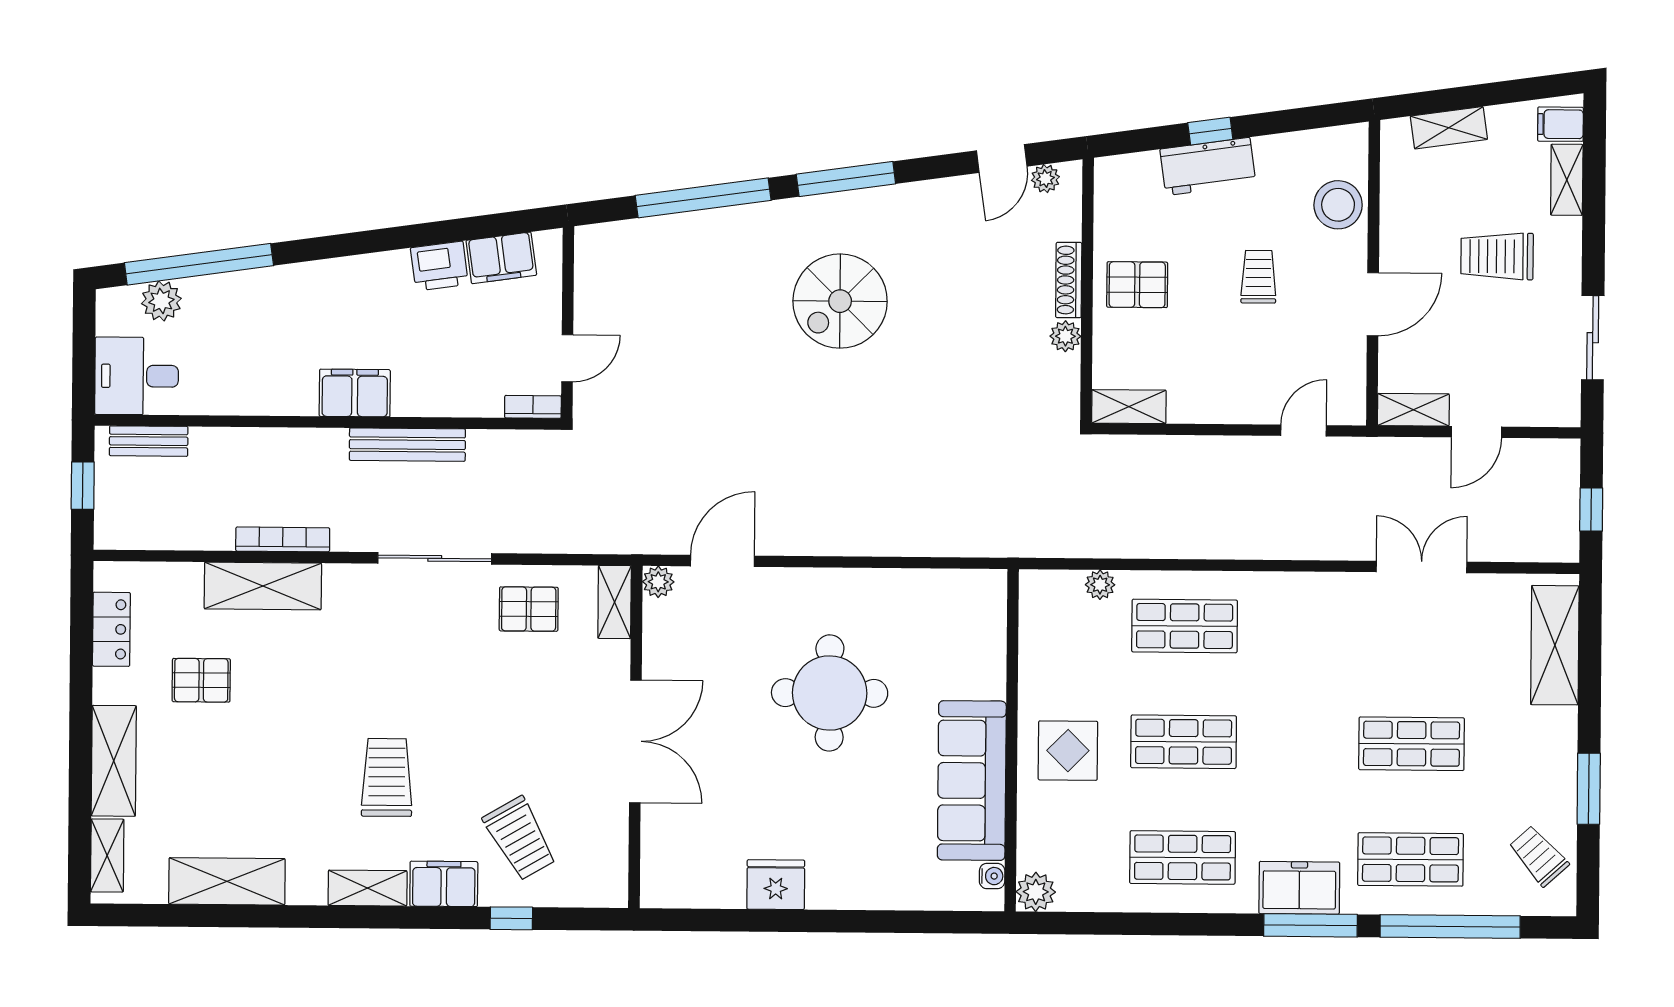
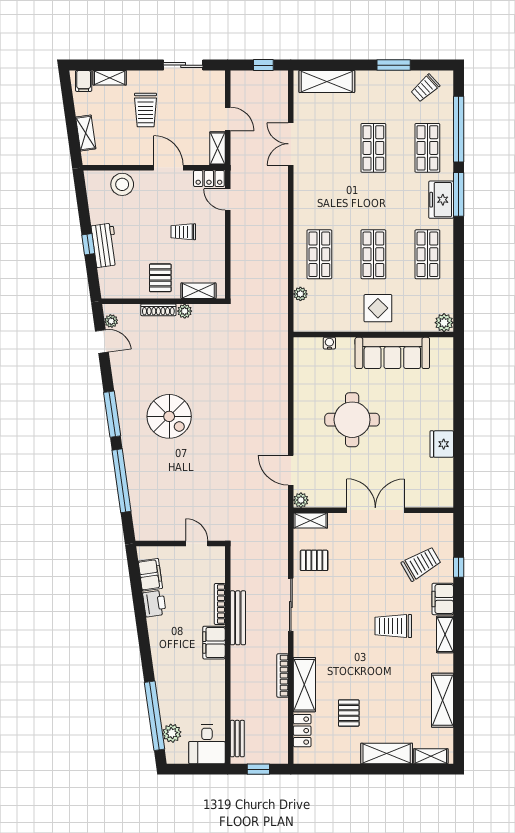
trolley: (1258, 277) -> (183, 232), moved
locker: (1349, 391) -> (209, 178), added
bookcase: (533, 407) -> (220, 604), moved, width x1.56
shelving: (1129, 407) -> (198, 291), moved, turned 90
pallet: (529, 609) -> (314, 560), turned 90
locker: (111, 629) -> (302, 731), moved, turned 90
water cooler: (992, 876) -> (329, 343), moved

